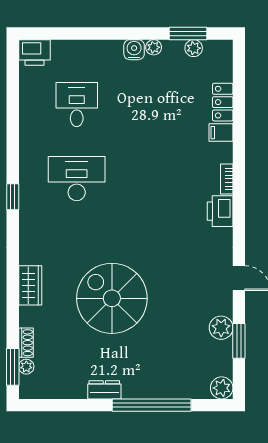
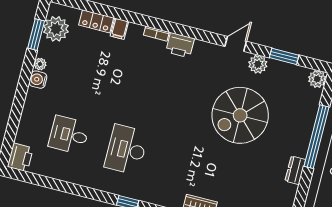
plant: (194, 48) -> (56, 29), width x1.88, depth x1.88
spiral stairs: (112, 298) -> (240, 115), moved
plant: (221, 328) -> (258, 64), moved

